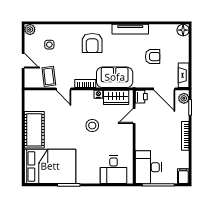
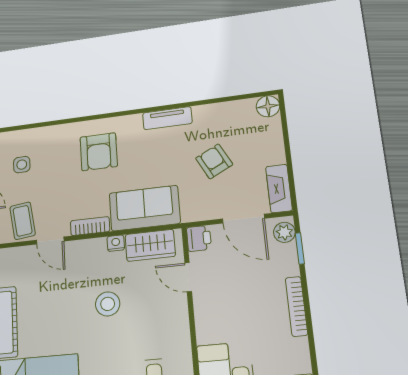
tv unit: (130, 29) -> (167, 118), width x0.71
armchair: (153, 57) -> (214, 161), turned -117
door: (134, 116) -> (188, 277), hinge flipped

